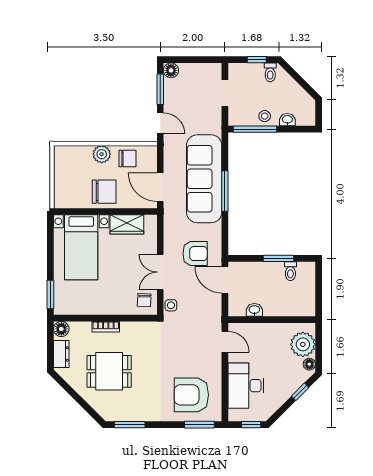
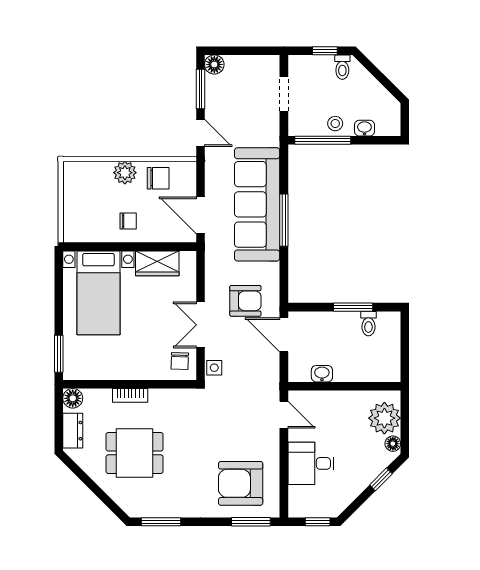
chair: (104, 192) -> (128, 221), width x0.54, depth x0.54
desk: (246, 386) -> (311, 463), width x0.73

